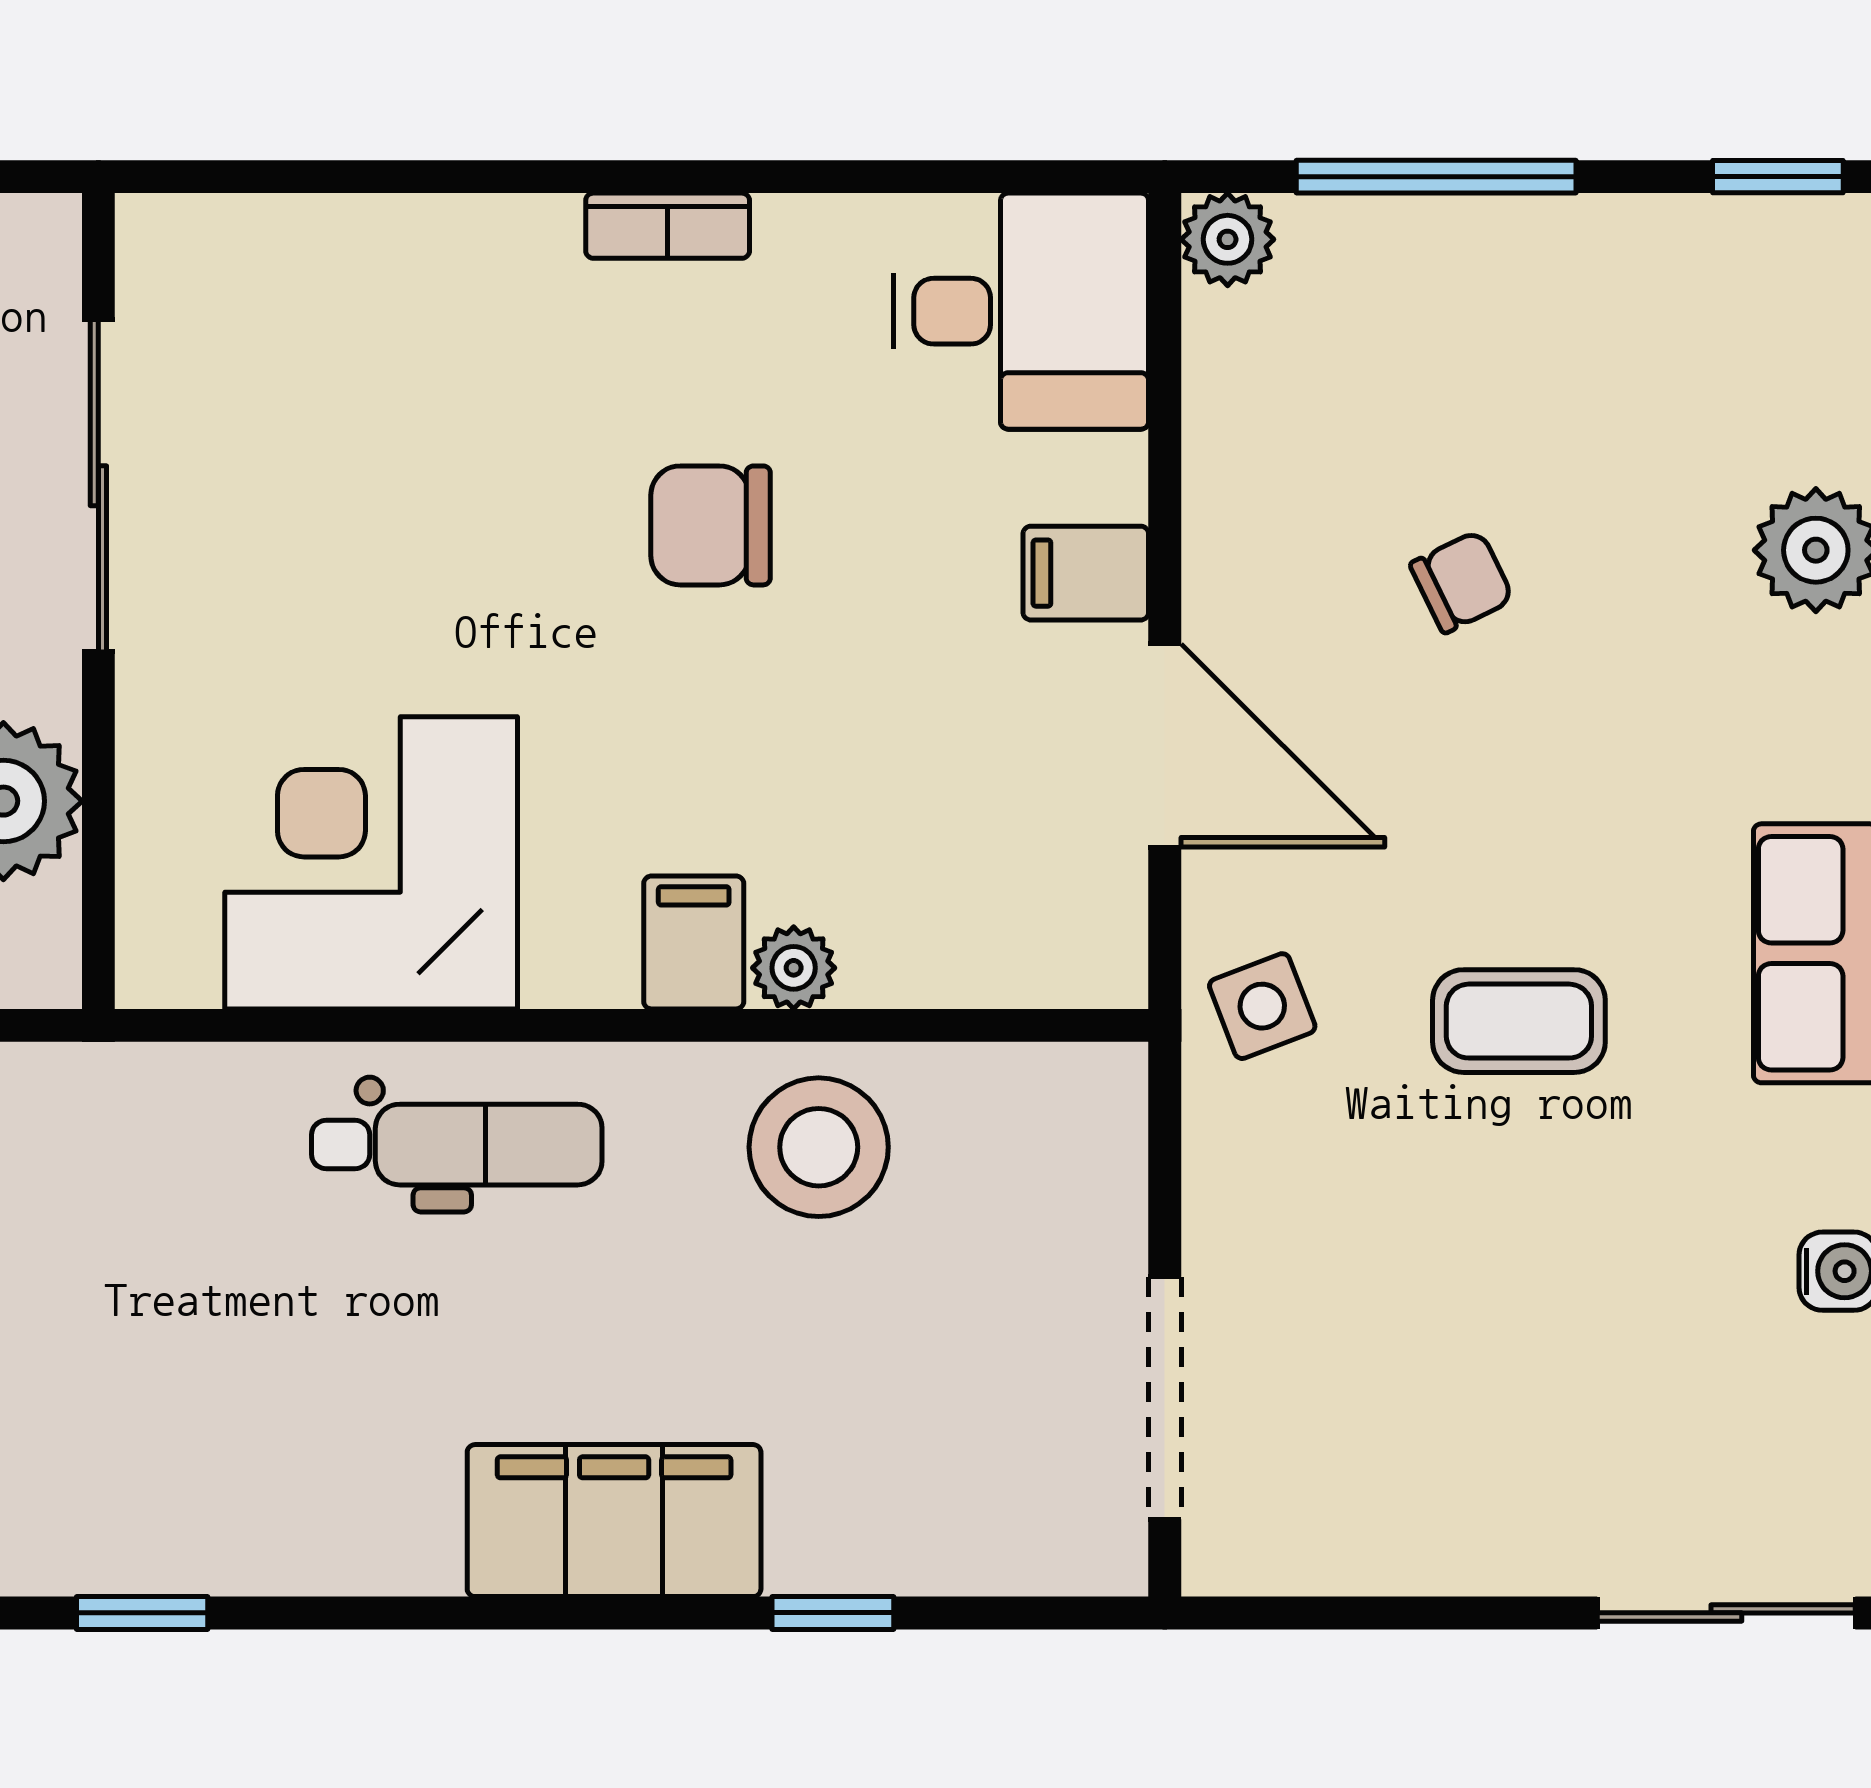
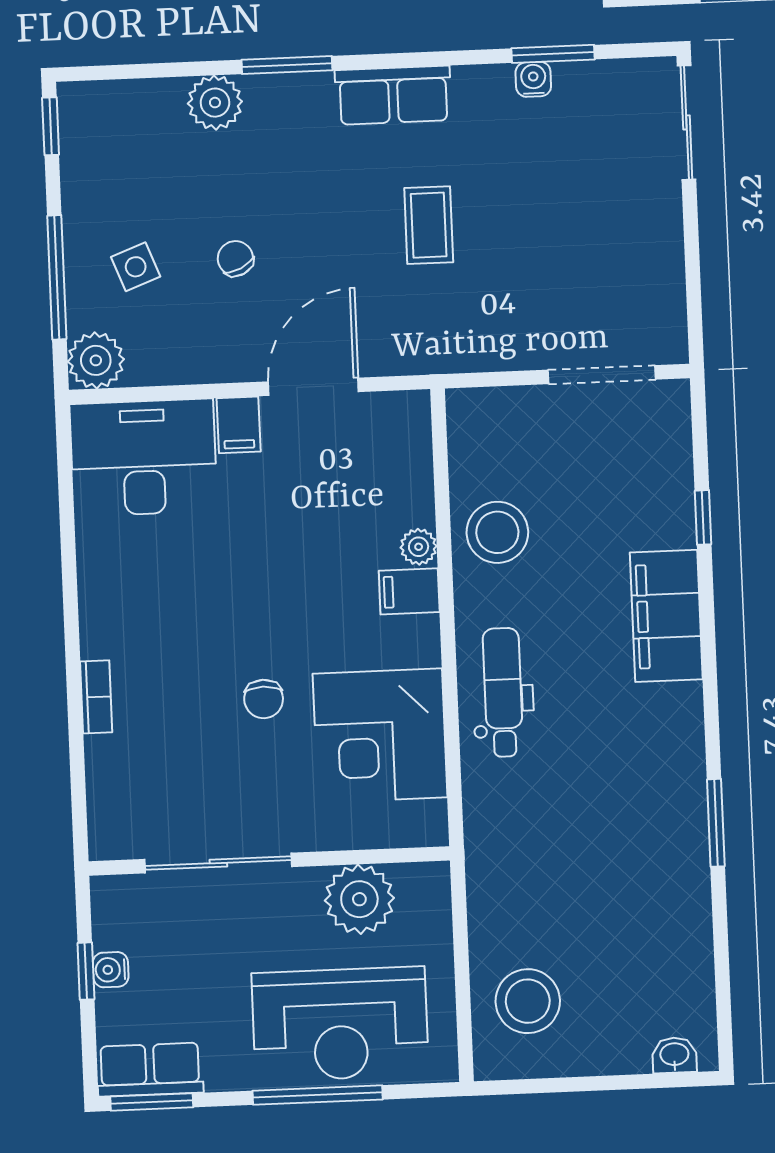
bookcase: (668, 226) -> (96, 697), moved
plant: (1228, 239) -> (96, 360), width x1.38, depth x1.38
desk: (1021, 311) -> (143, 458), width x1.37
chair: (711, 525) -> (264, 699), moved, width x0.73, depth x0.73
side table: (1262, 1006) -> (136, 267), moved
window: (142, 1613) -> (716, 823), width x1.50

